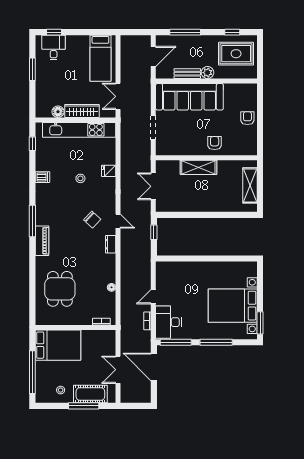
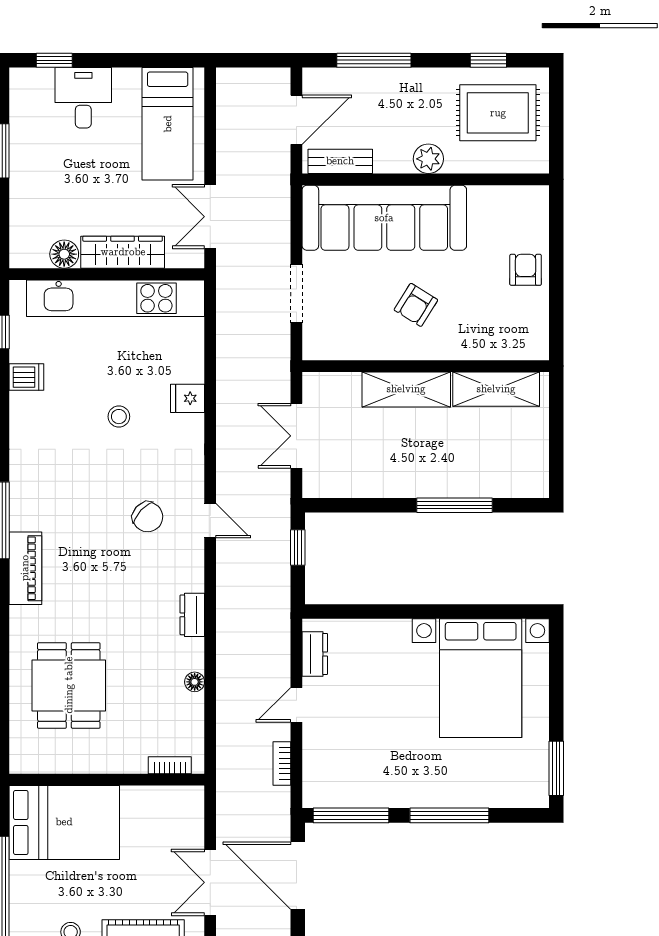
desk: (54, 47) -> (83, 98), moved
bench: (187, 74) -> (340, 161), moved
armchair: (215, 143) -> (416, 305), moved, turned -148
dishwasher: (42, 177) -> (26, 377), moved
shelving: (250, 185) -> (496, 389), moved, turned 90
window: (218, 215) -> (455, 505), added
dresser: (111, 244) -> (192, 615), moved
dresser: (161, 276) -> (315, 654), added
bed with nightstands: (233, 306) -> (481, 678), moved, turned -90
desk: (168, 322) -> (333, 767), removed

